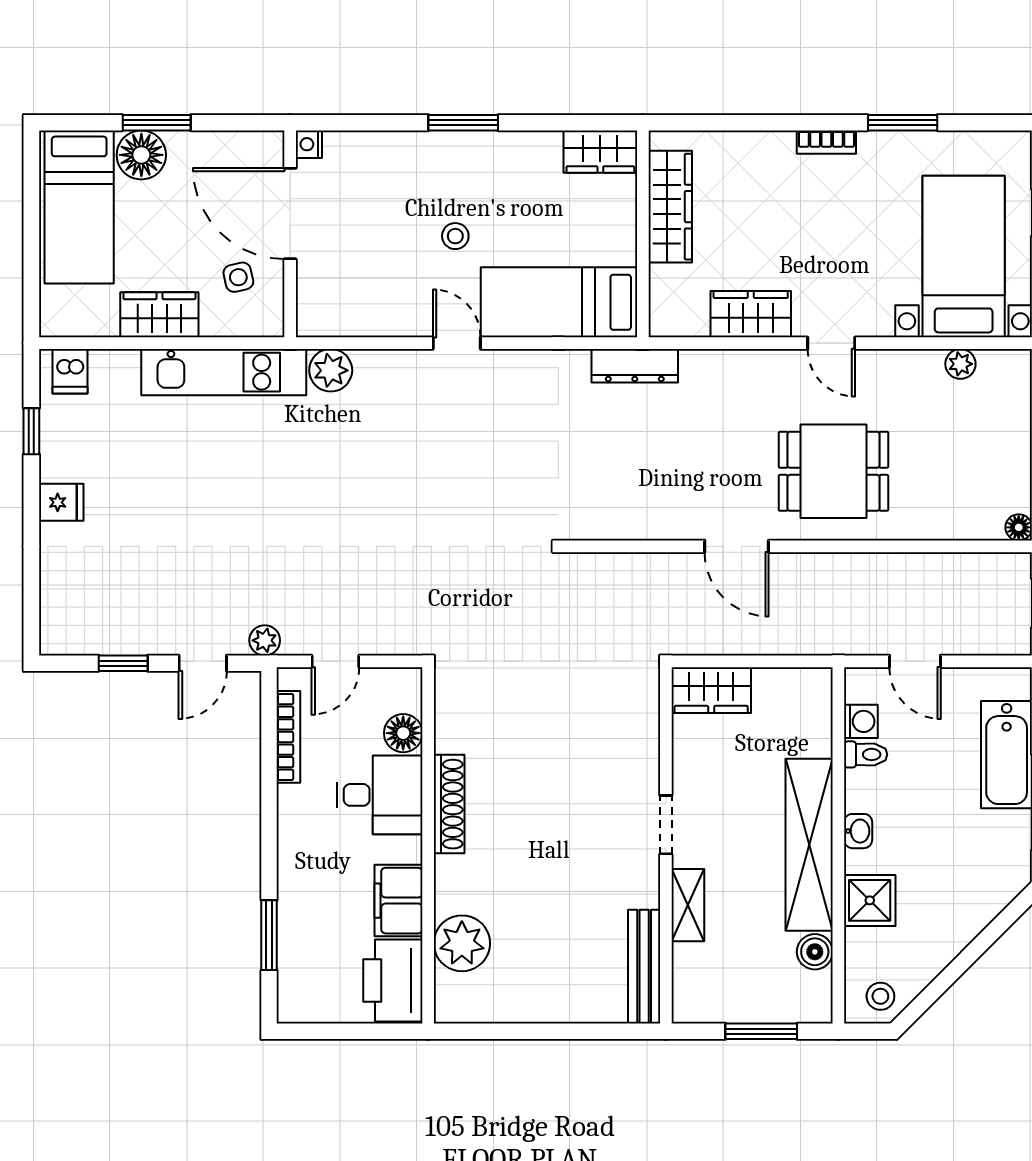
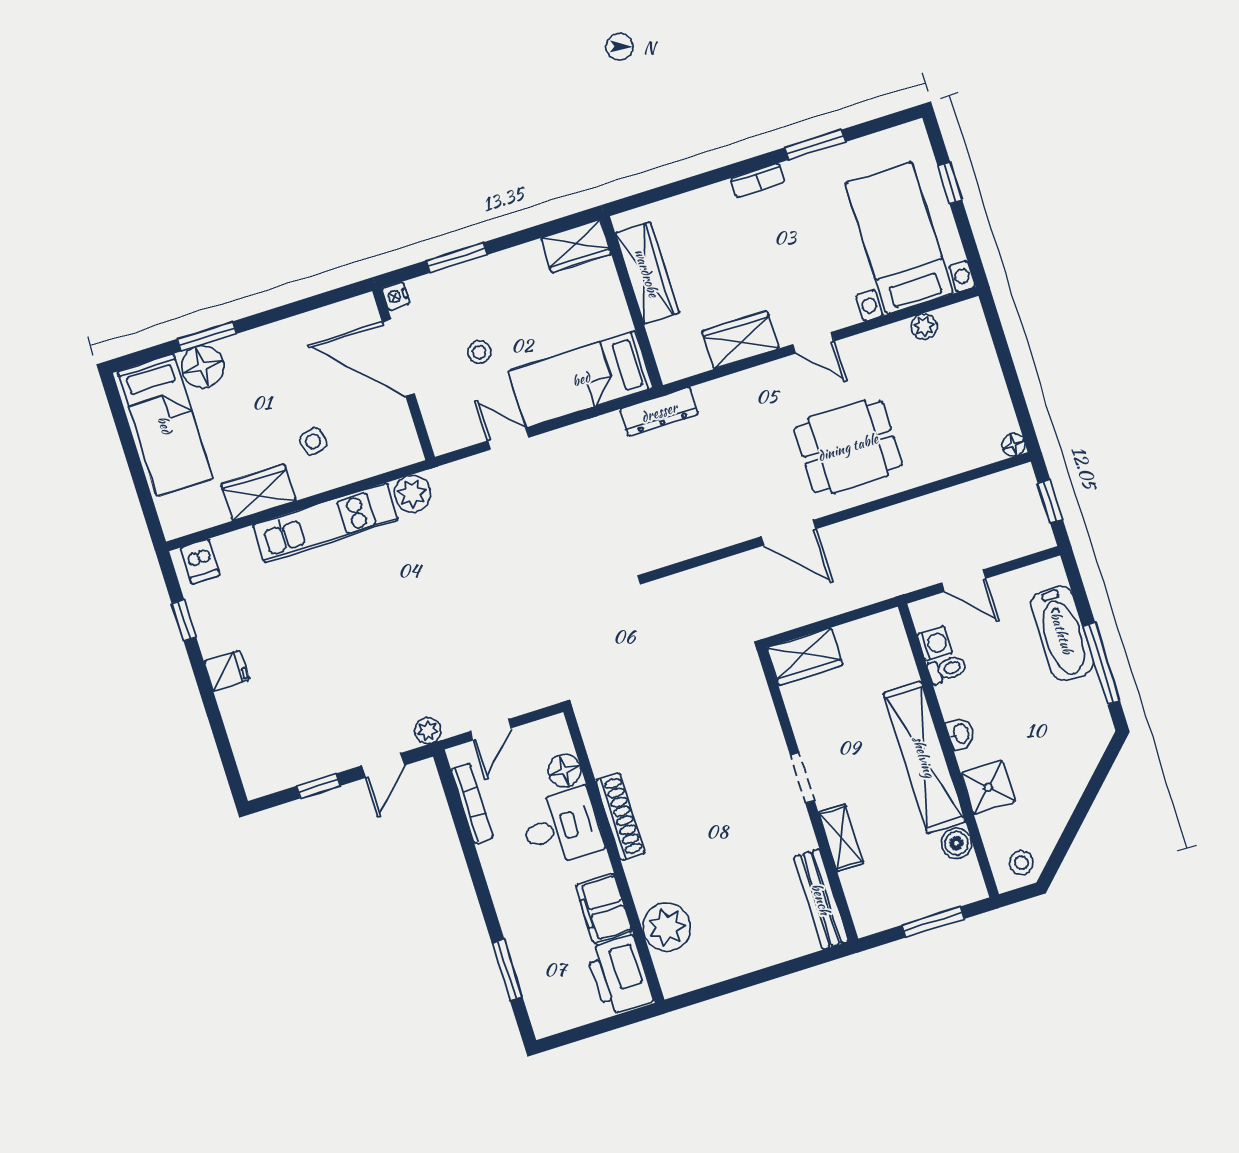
nightstand: (309, 144) -> (396, 296), moved
door: (290, 214) -> (398, 357), moved
wall: (290, 234) -> (404, 374), moved

